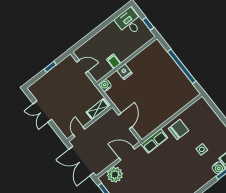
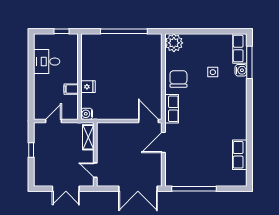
desk: (129, 22) -> (47, 62), moved
shelving: (98, 109) -> (88, 137), moved
door: (125, 121) -> (149, 121), moved
wall: (90, 123) -> (95, 154), moved
door: (79, 132) -> (95, 170), moved
plant: (115, 175) -> (174, 43), moved

